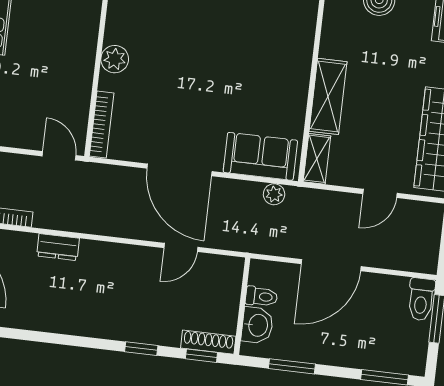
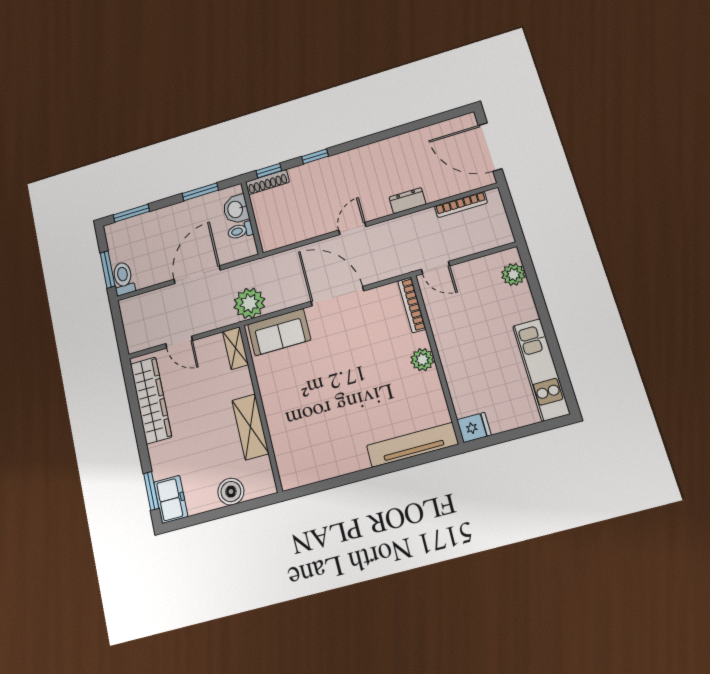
shelving: (328, 96) -> (250, 427), moved
door: (380, 193) -> (179, 342), swing flipped
plant: (274, 194) -> (249, 303), width x1.87, depth x1.87
door: (181, 247) -> (352, 228), moved

